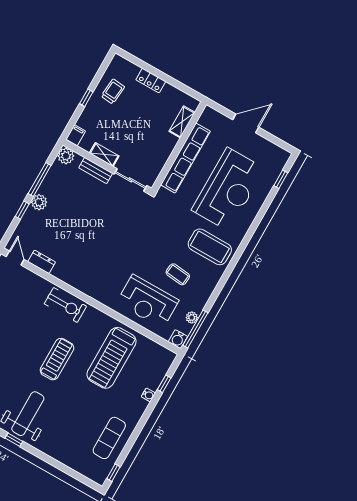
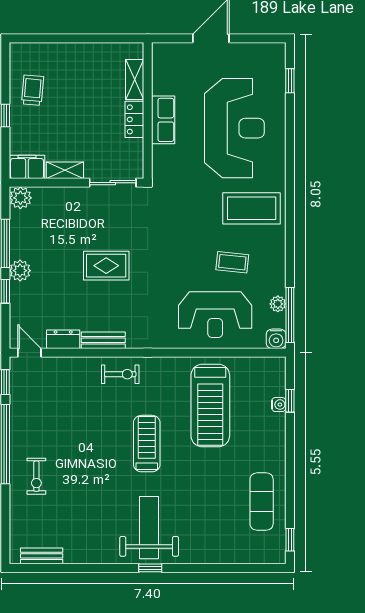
locker: (151, 80) -> (134, 119), moved, turned 90
filing cabinet: (76, 135) -> (27, 167), width x2.00
row of seats: (185, 158) -> (163, 120), width x0.50
bench: (96, 170) -> (103, 340), moved
rug: (96, 231) -> (106, 266), added
exercise bike: (65, 305) -> (120, 374), width x0.73, depth x0.72
water cooler: (148, 395) -> (279, 405), moved

